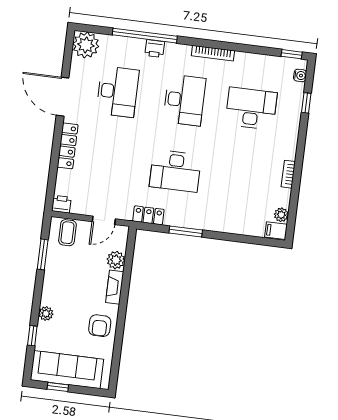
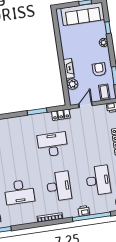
desk: (118, 92) -> (98, 180), turned 180
desk: (184, 100) -> (59, 186), turned 180
armchair: (100, 326) -> (99, 69), moved

